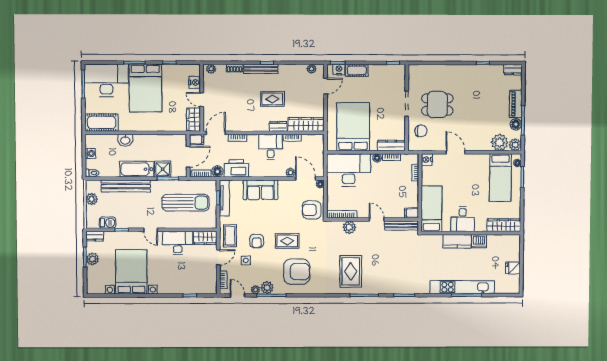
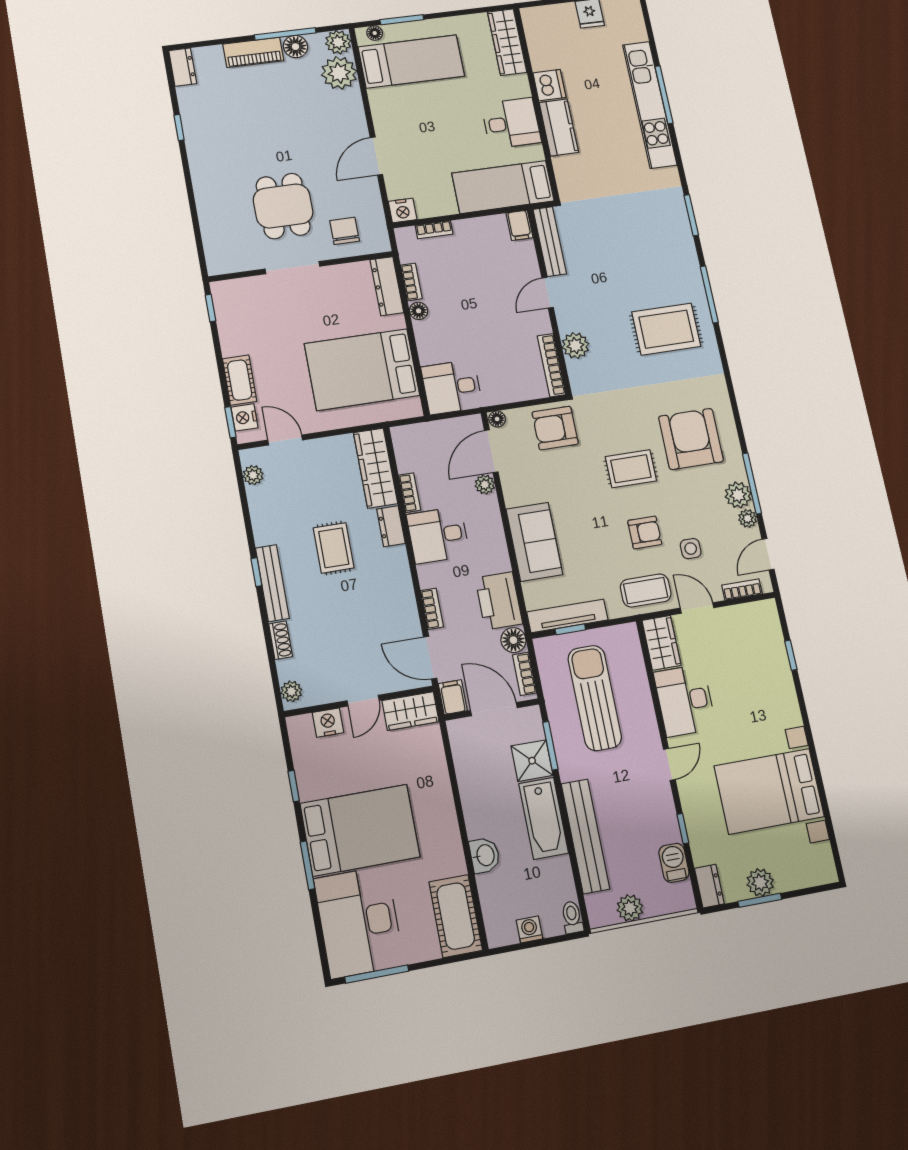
desk: (349, 170) -> (452, 387), width x0.53, depth x0.77
armchair: (312, 210) -> (555, 428), turned 90
rug: (287, 241) -> (631, 469), turned 90

